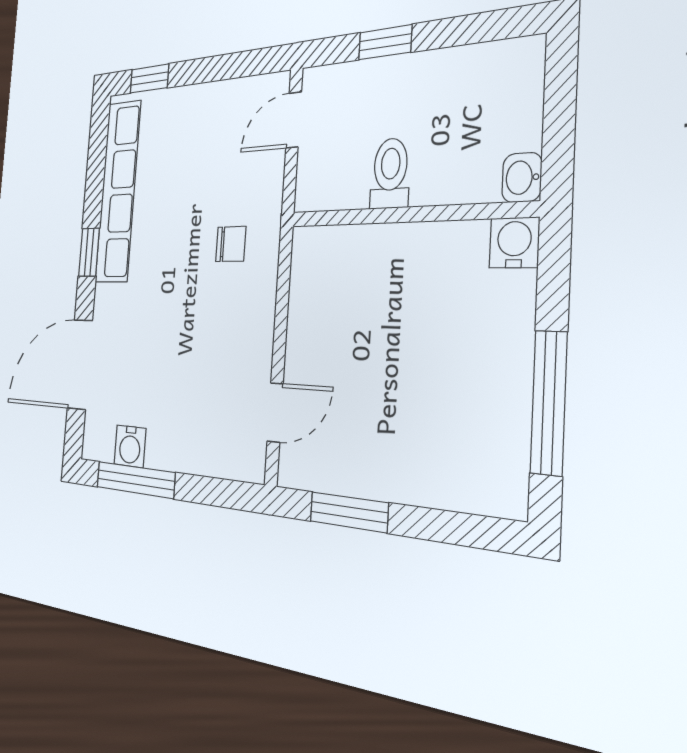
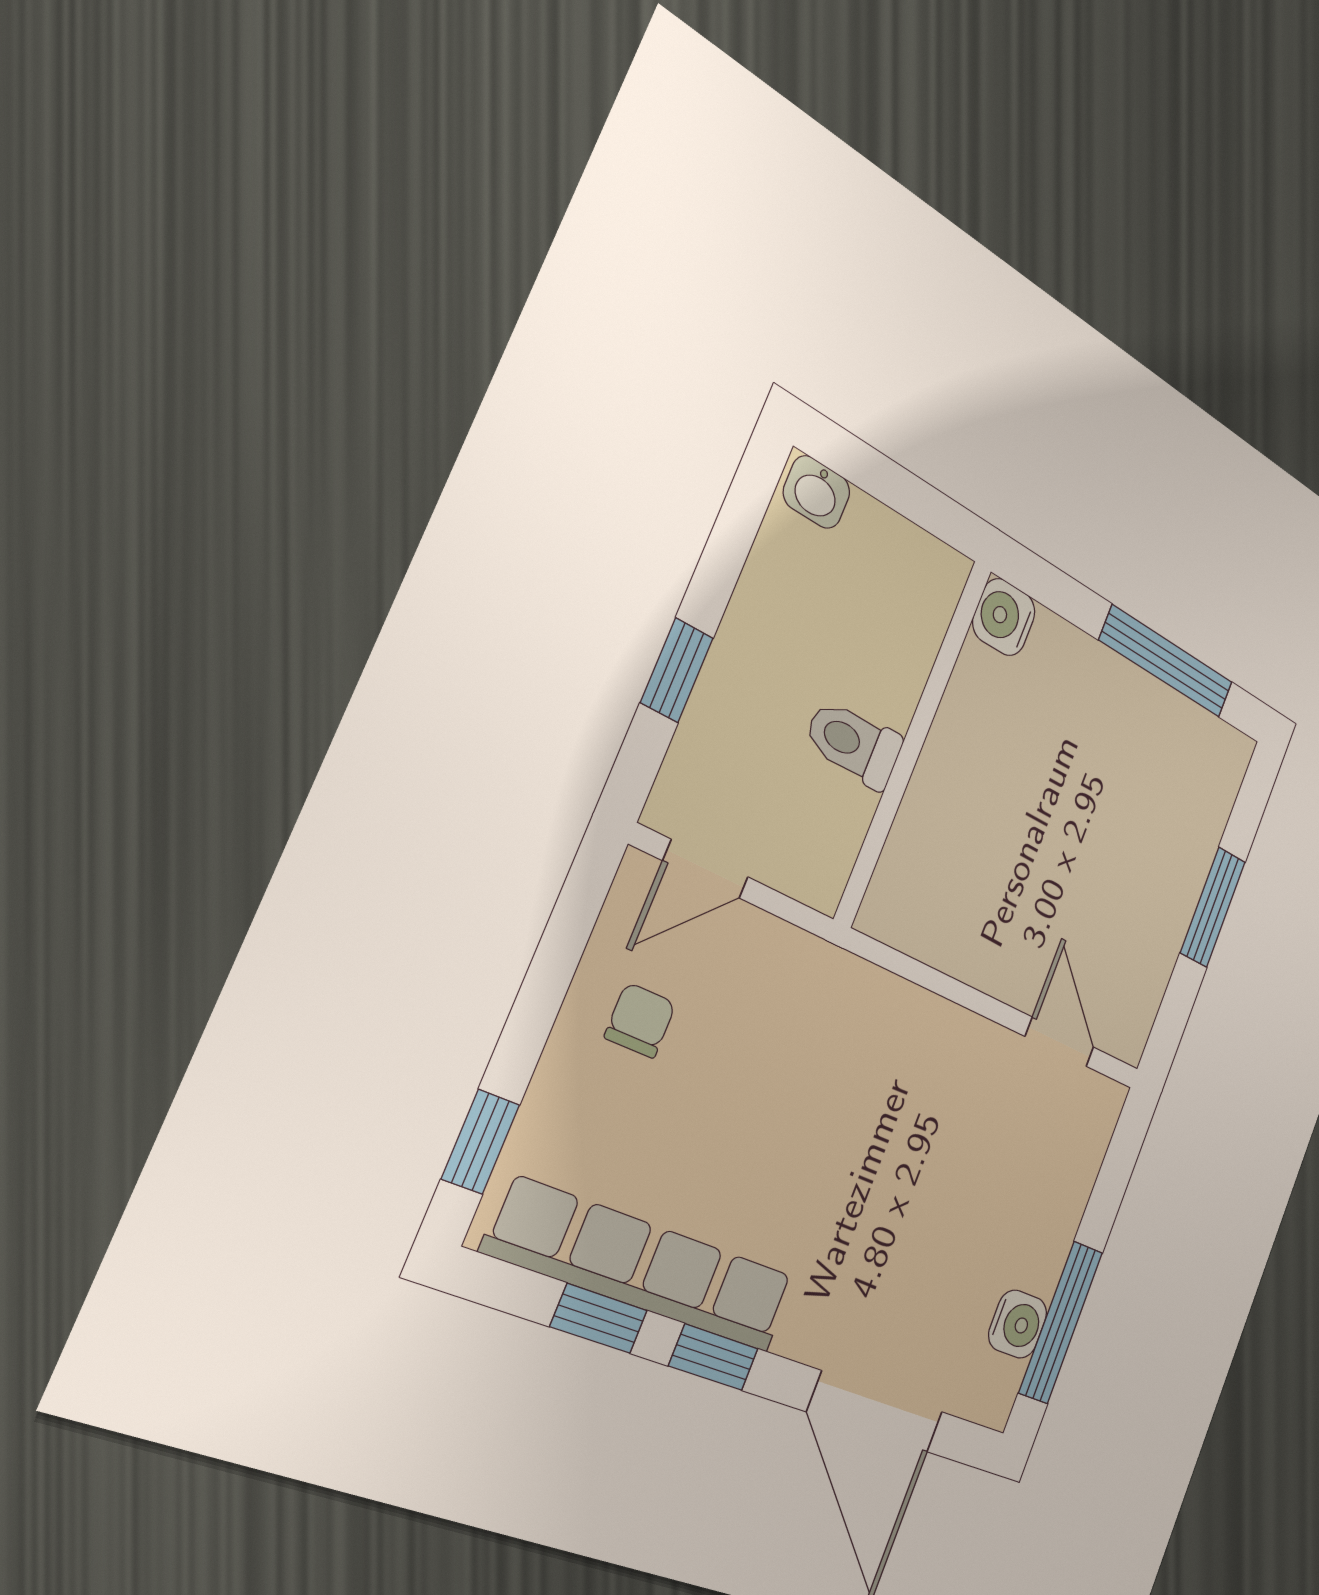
door: (294, 120) -> (706, 869), hinge flipped
washbasin: (522, 178) -> (817, 492), moved
window: (95, 181) -> (599, 1318), added
chair: (231, 244) -> (640, 1020), moved
window: (349, 512) -> (1213, 907), moved

